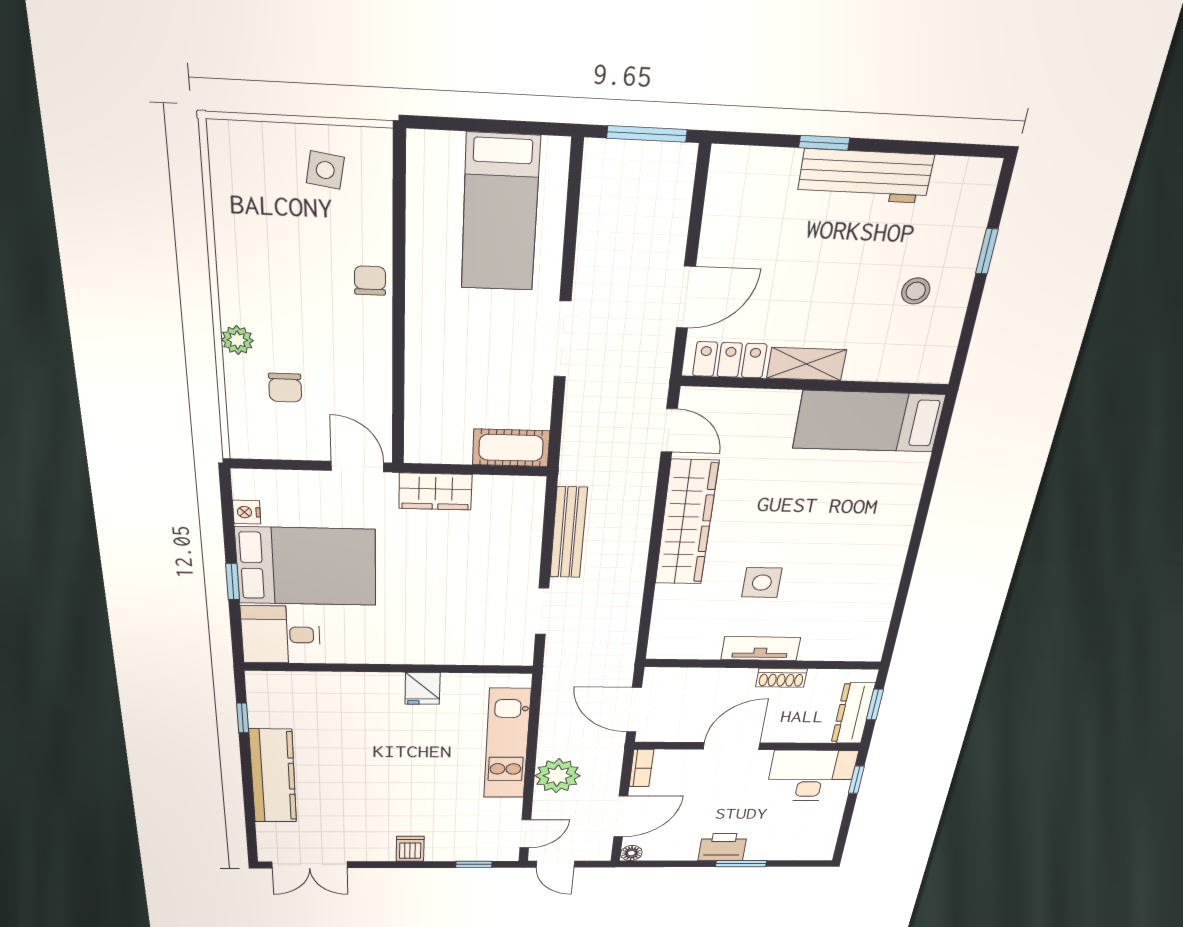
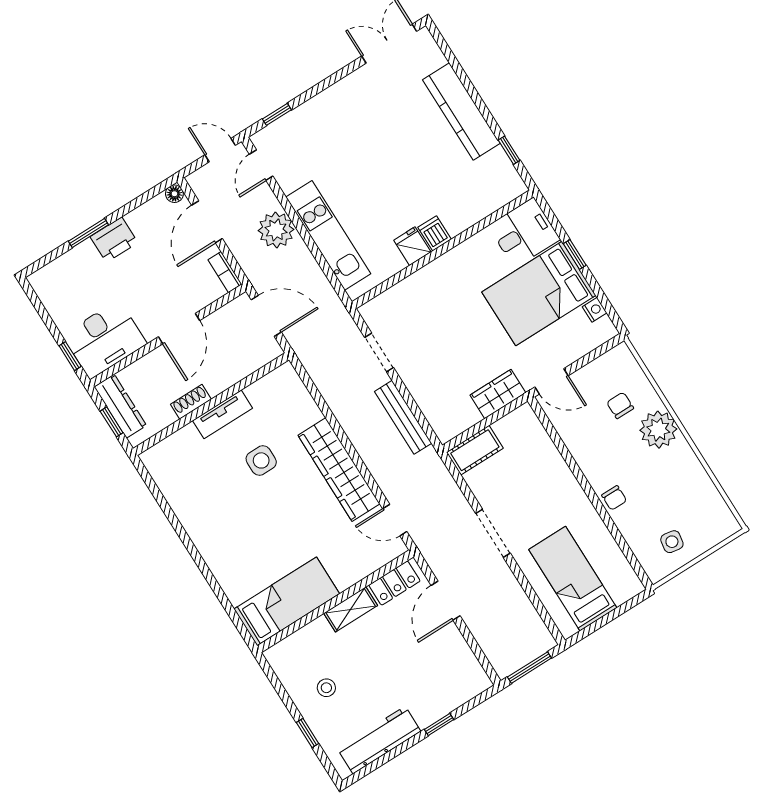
workbench: (865, 176) -> (379, 740), moved
plant: (237, 340) -> (658, 430), width x1.87, depth x1.87
dishwasher: (410, 849) -> (435, 233), moved, turned 180

